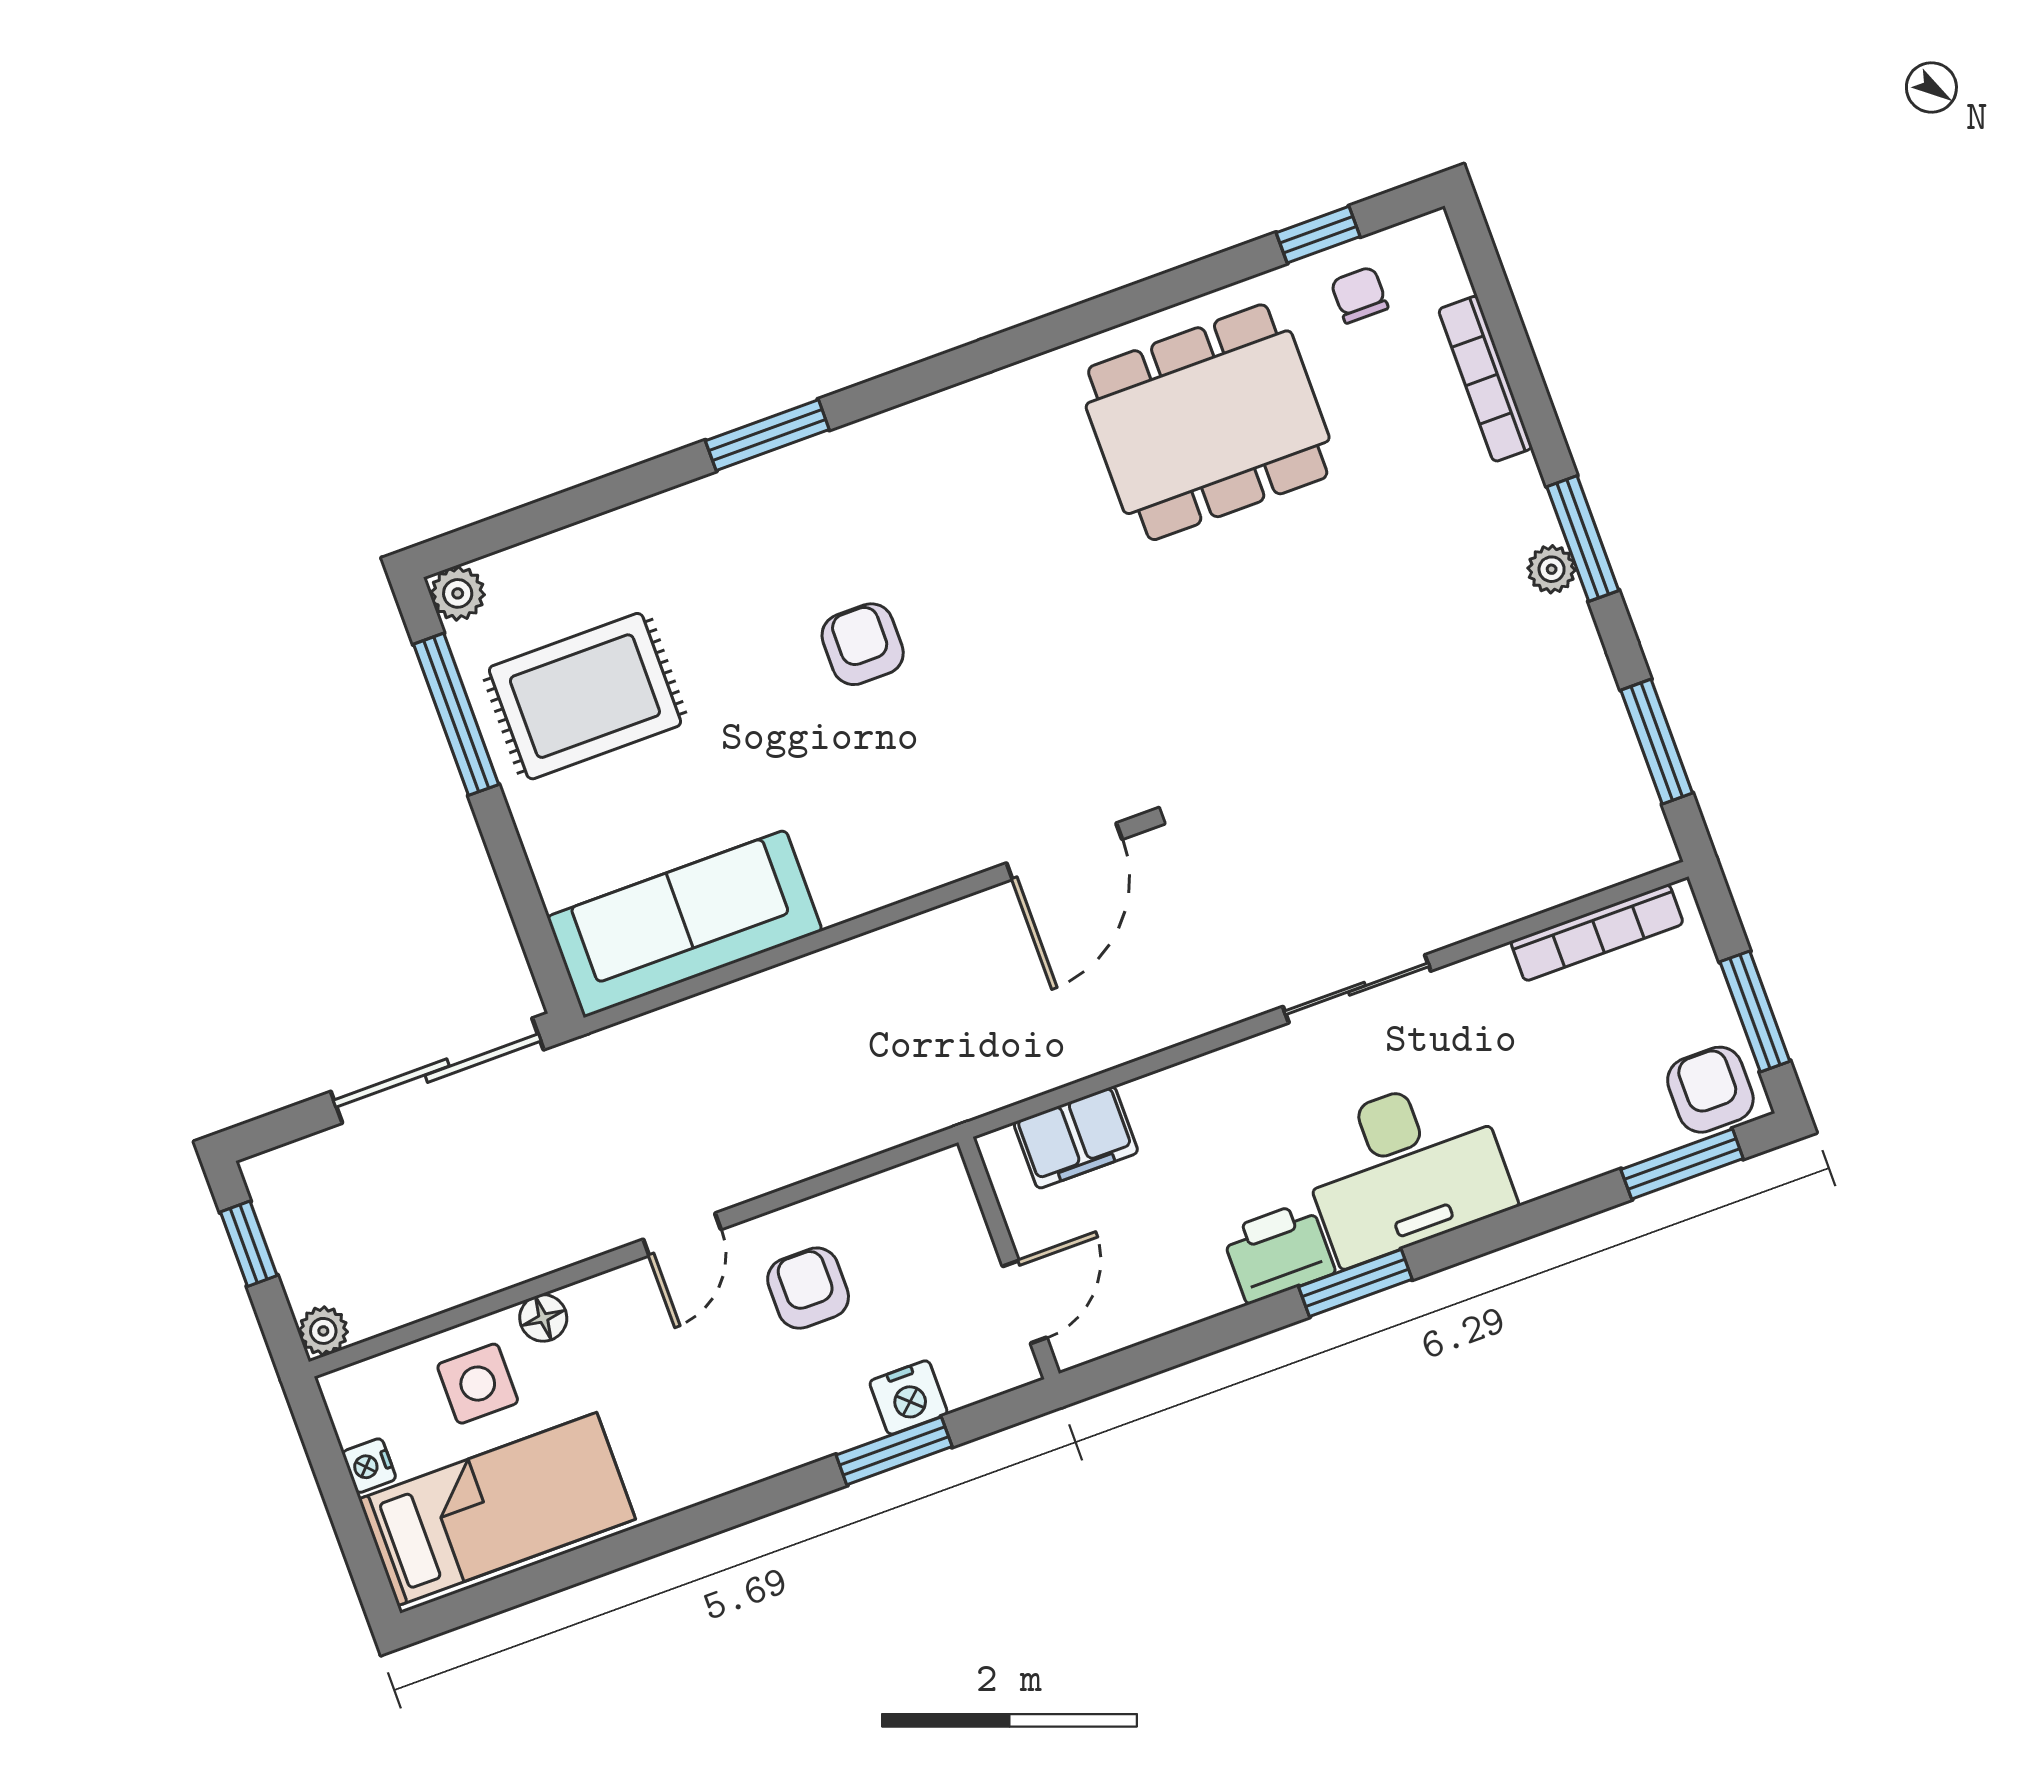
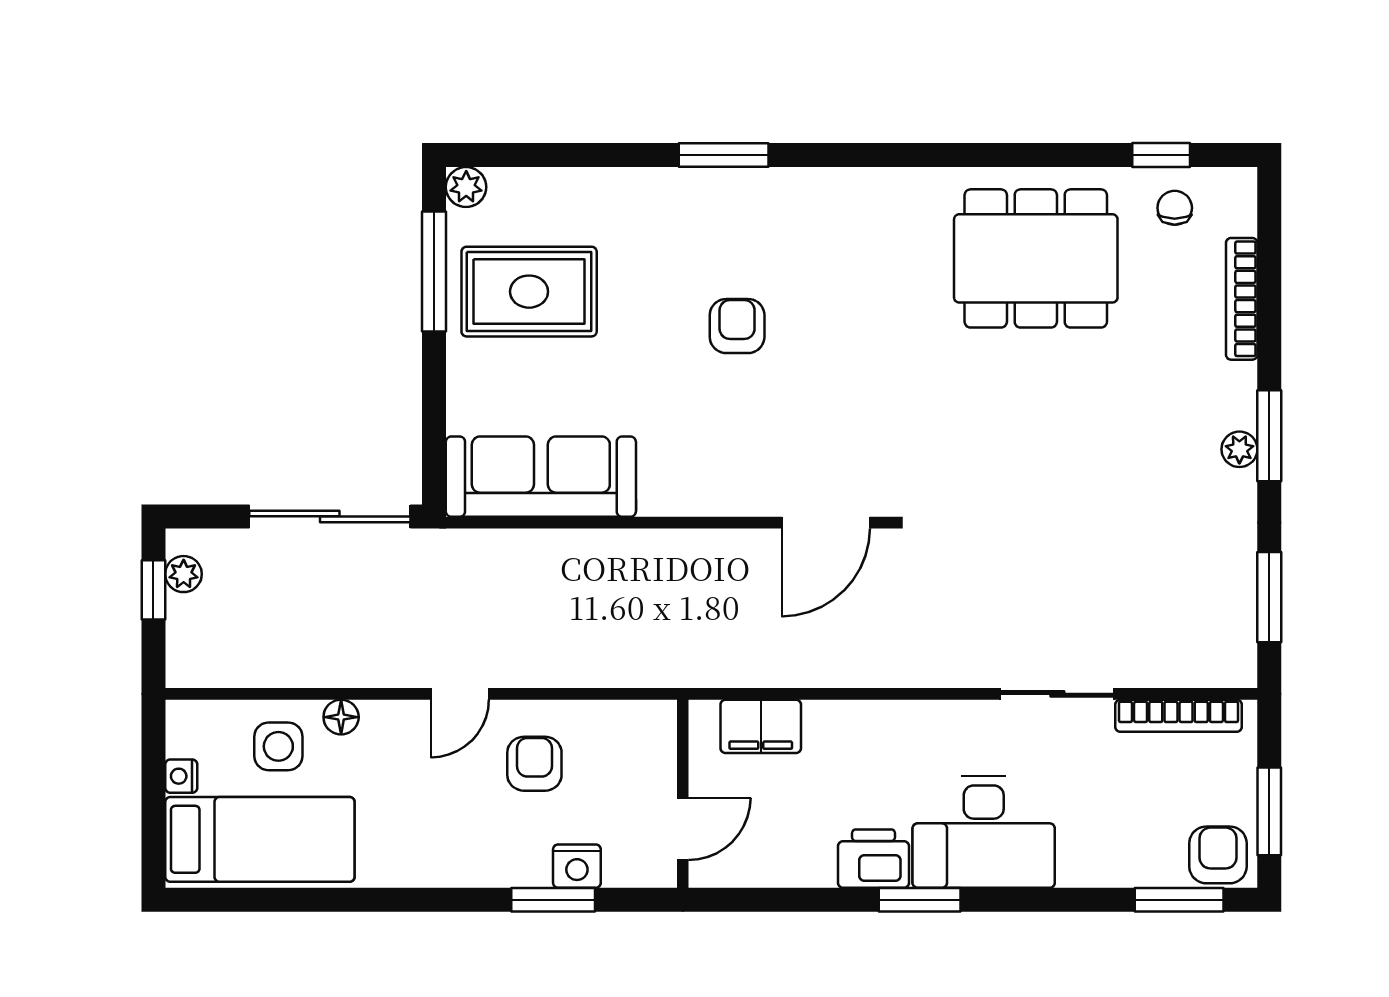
sliding door: (1357, 989) -> (1057, 694), moved
plant: (323, 1331) -> (184, 574), moved

